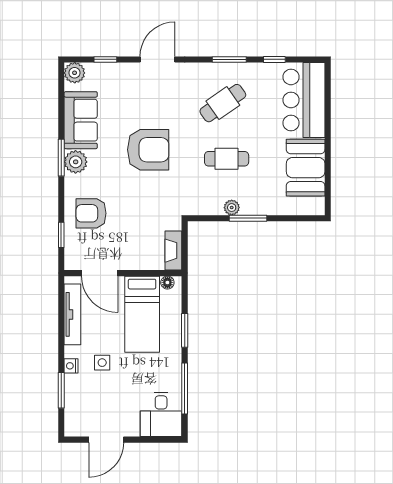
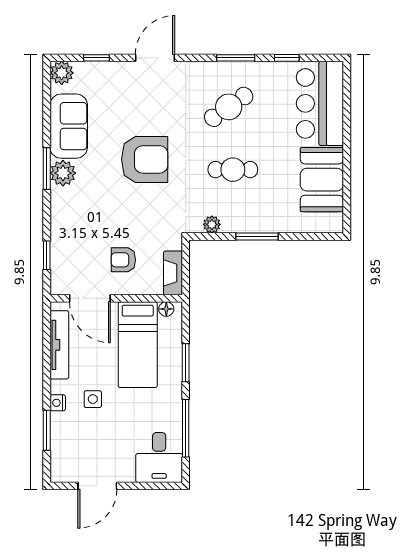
plant: (232, 208) -> (212, 224), moved
armchair: (91, 213) -> (123, 260), moved, width x0.72, depth x0.72

